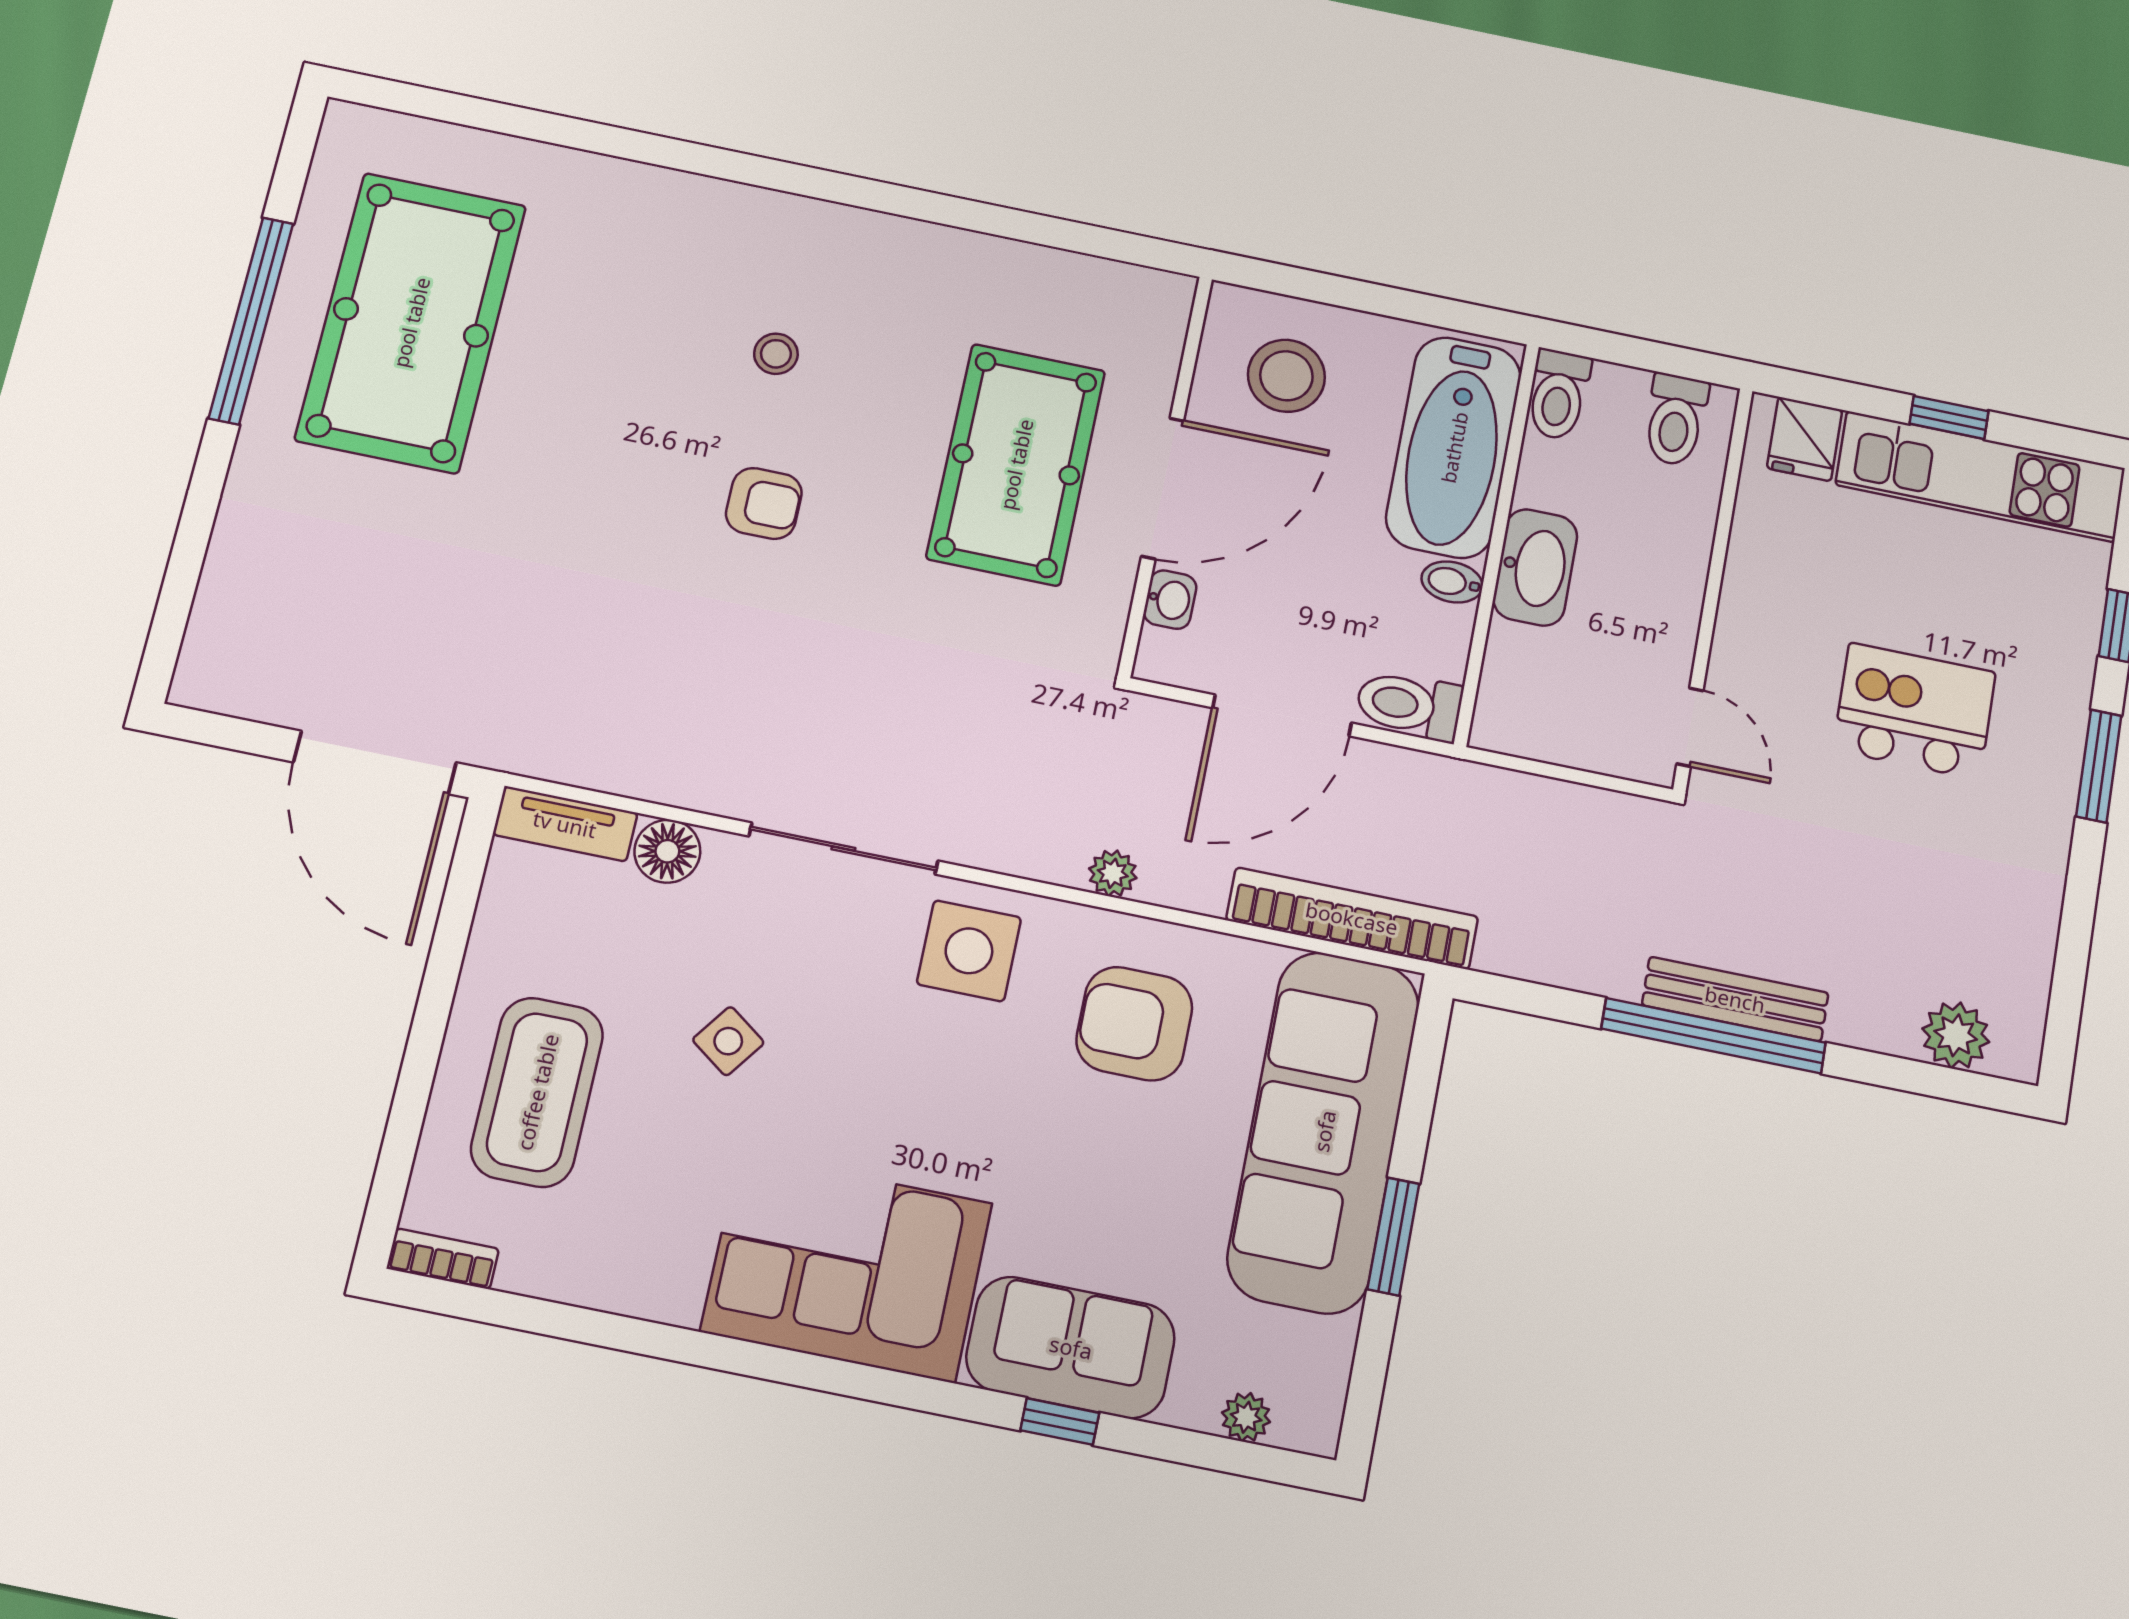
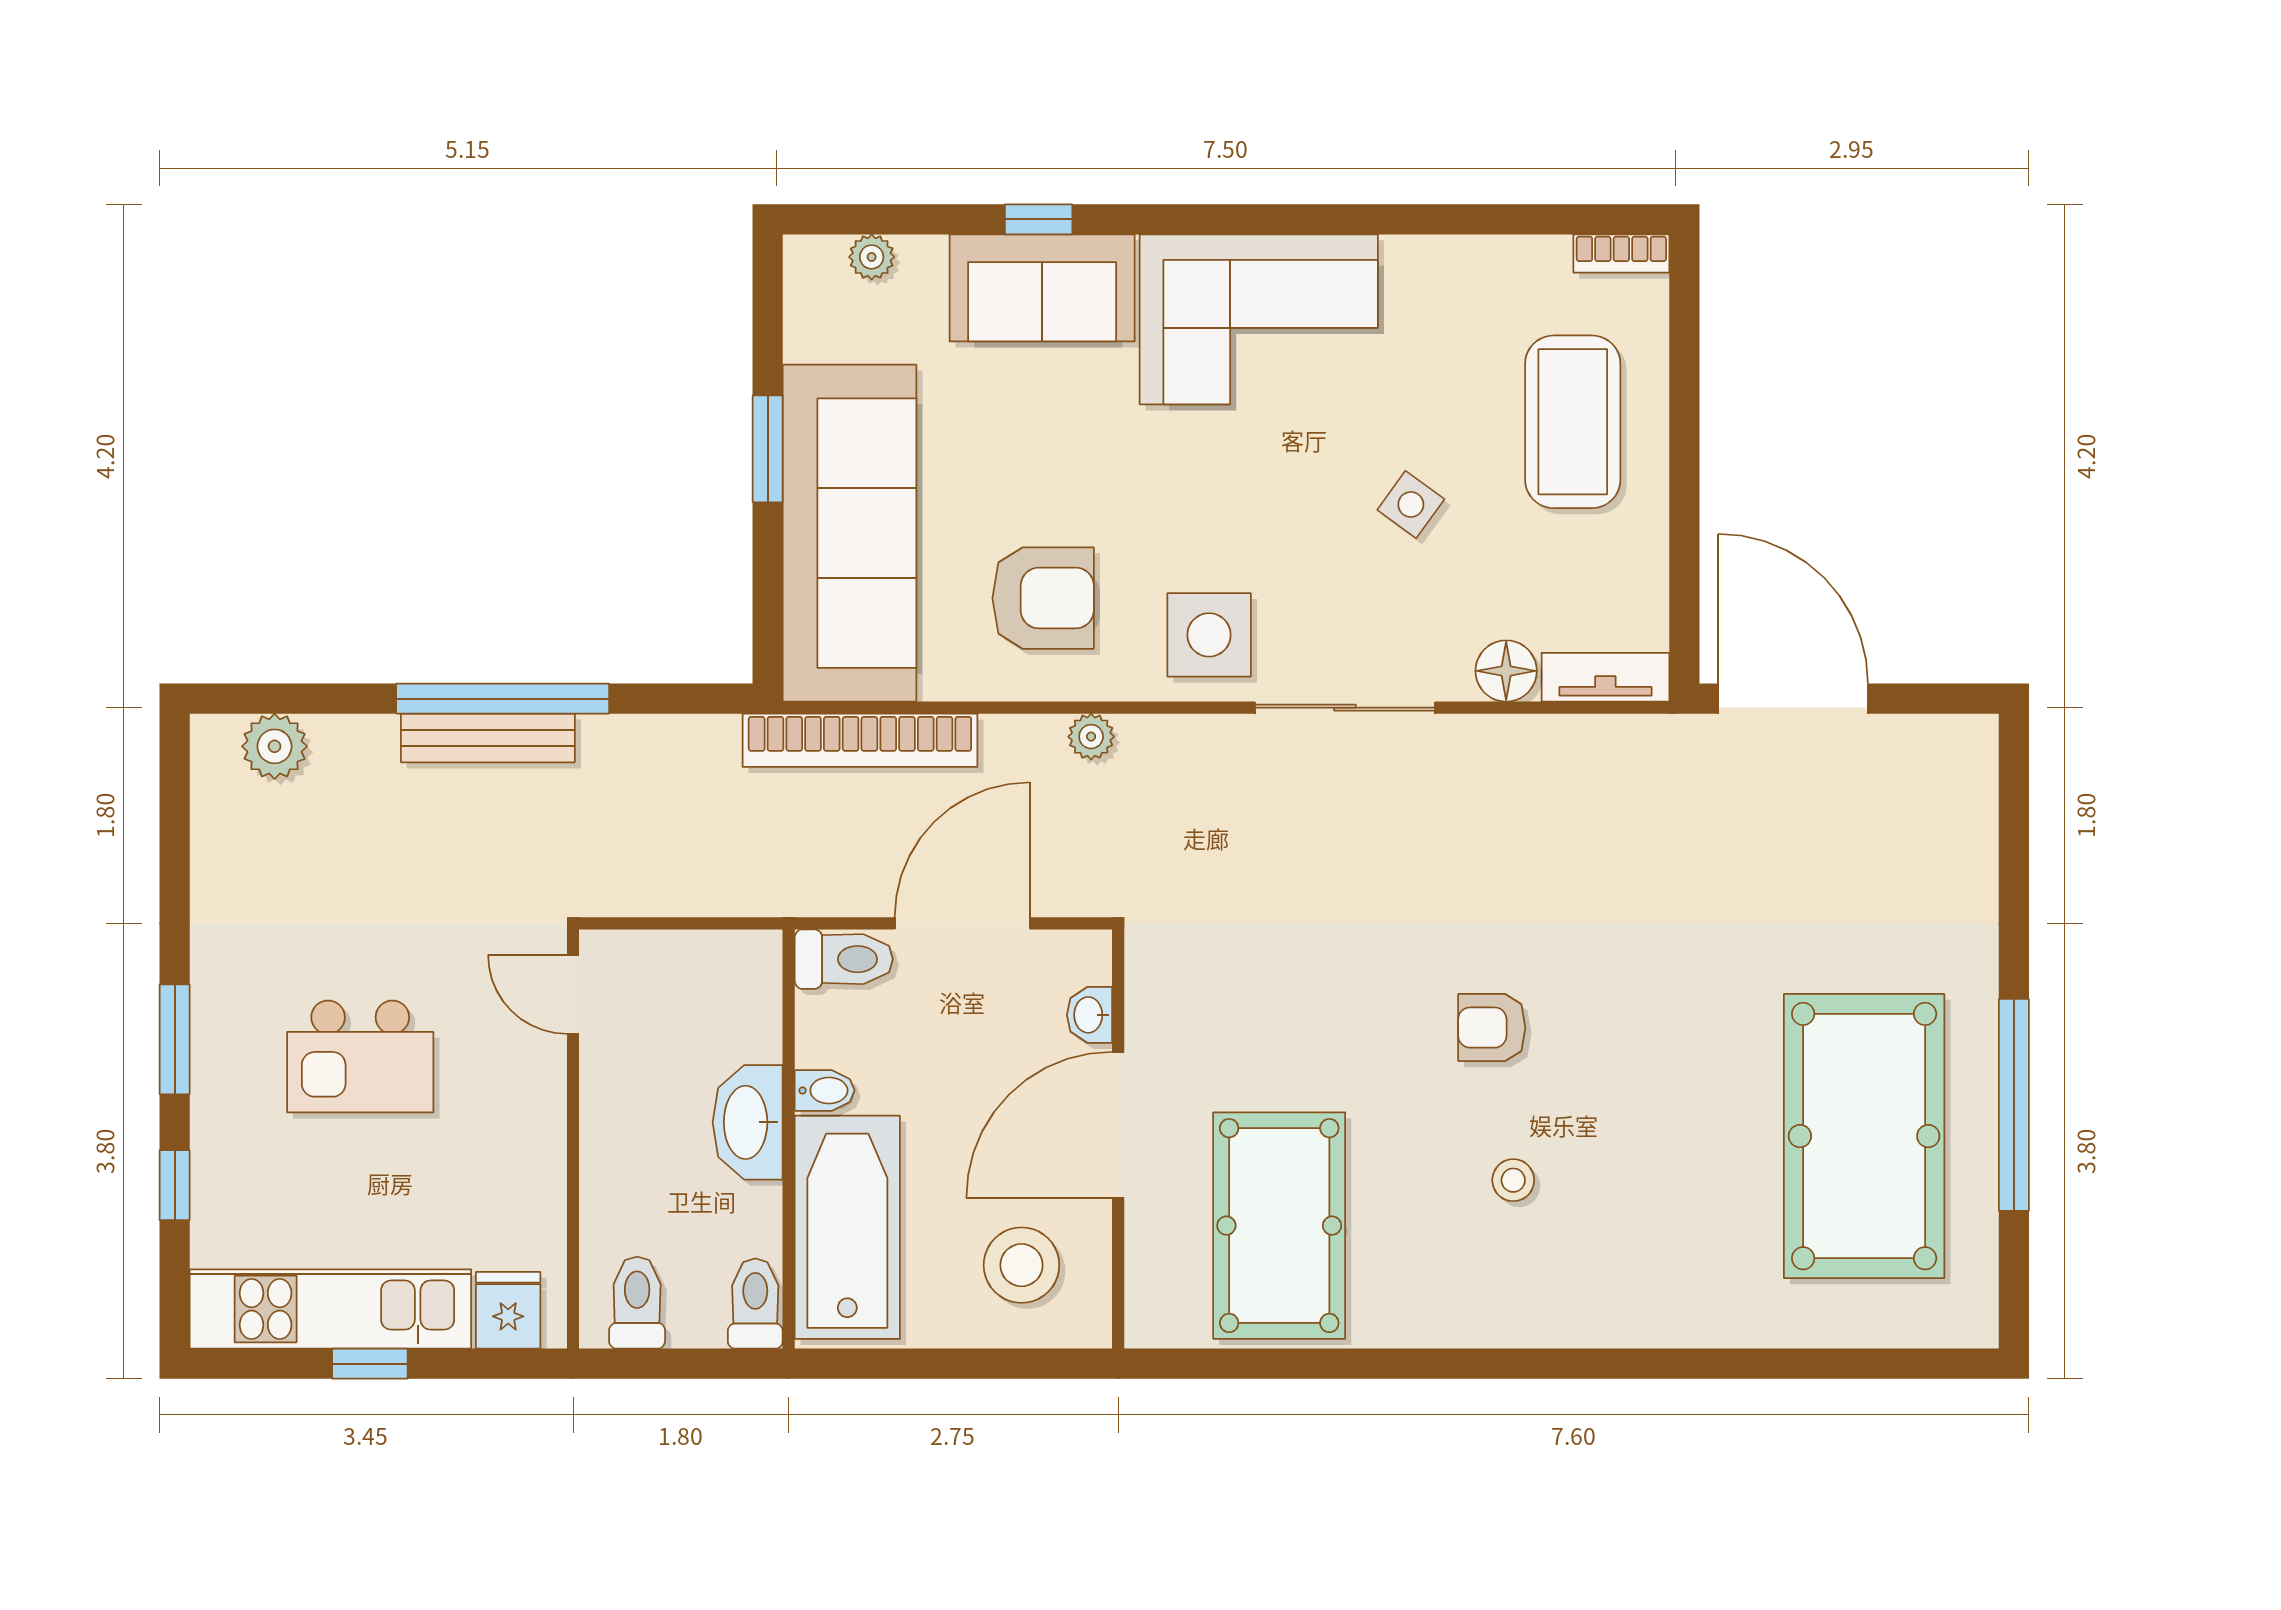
pool table: (1016, 464) -> (1279, 1226), moved

